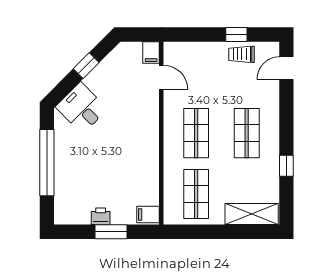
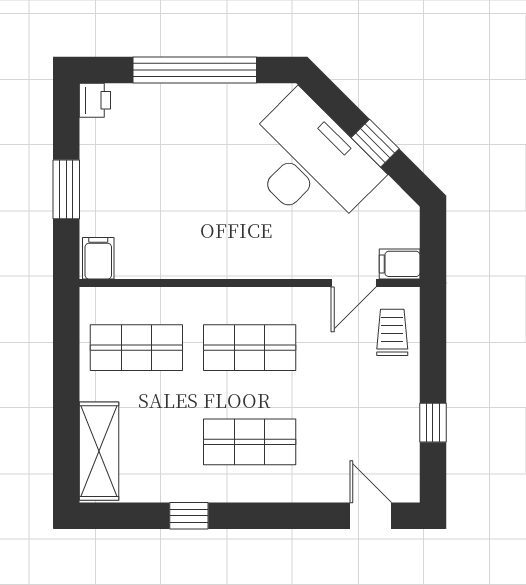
trolley: (241, 54) -> (392, 332), moved
desk: (82, 108) -> (309, 163), width x1.87, depth x1.30
printer: (101, 216) -> (95, 100), moved

